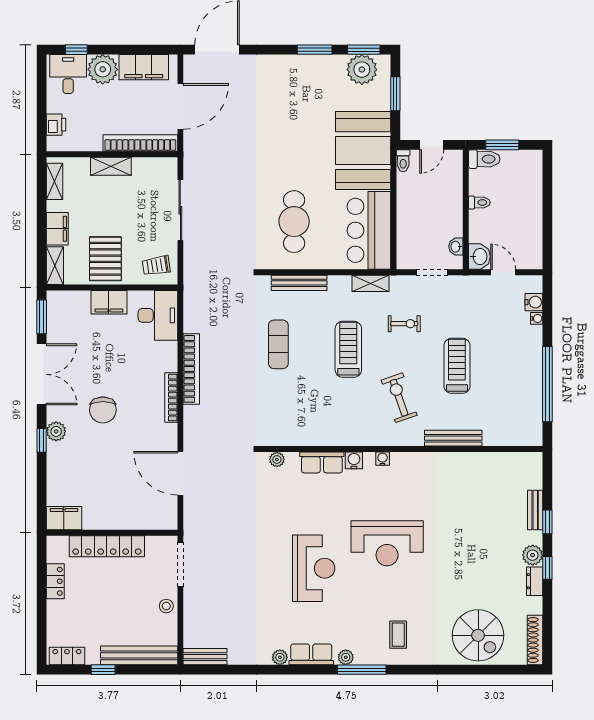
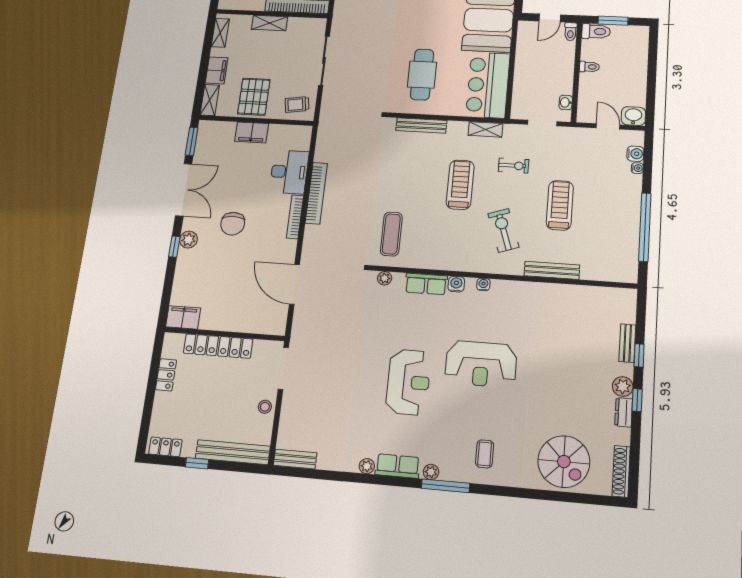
toilet: (403, 161) -> (571, 32), moved
washbasin: (479, 257) -> (633, 116), moved, turned -90
desk: (158, 315) -> (289, 172), moved
exercise mat: (278, 344) -> (391, 234), moved

